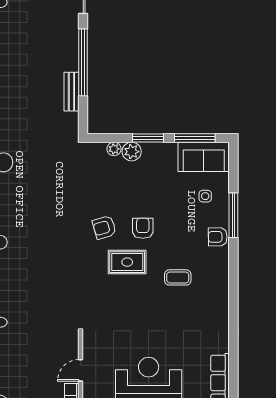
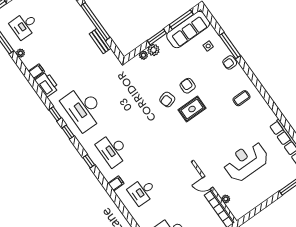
sofa: (204, 157) -> (188, 30), width x1.36
coffee table: (178, 277) -> (242, 98), moved
door: (81, 370) -> (208, 183), hinge flipped

